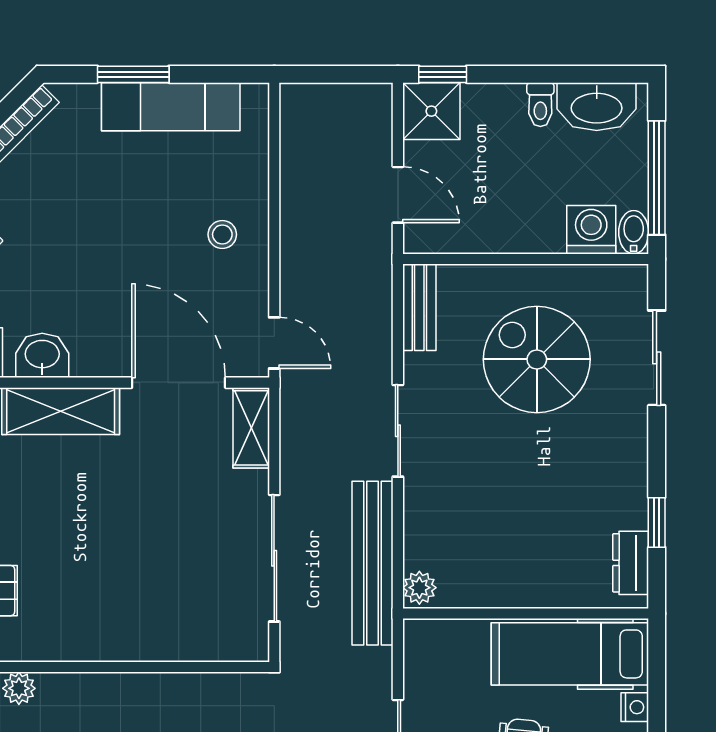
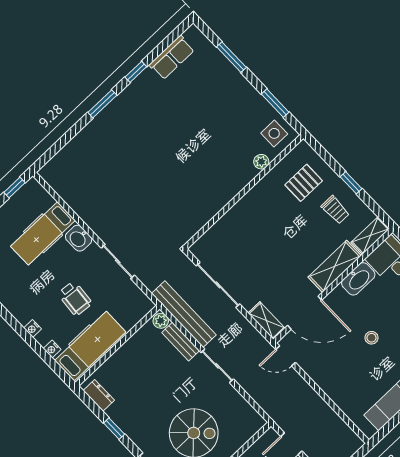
stool: (222, 234) -> (372, 338), moved
bench: (419, 307) -> (181, 342), moved
washbasin: (42, 355) -> (358, 279), width x1.38
window: (657, 522) -> (114, 429), moved

